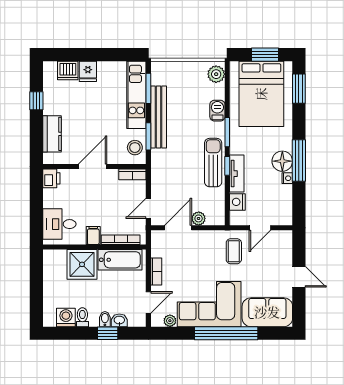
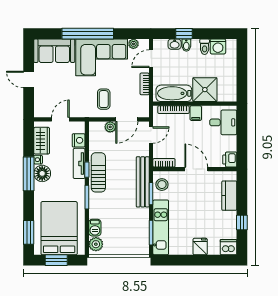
dishwasher: (68, 70) -> (228, 247), moved
barbecue: (217, 111) -> (95, 228), moved
bench: (159, 117) -> (143, 182), moved
sun lounger: (213, 163) -> (98, 172), turned 180
door: (93, 167) -> (196, 169), swing flipped
wardrobe: (283, 202) -> (42, 141), added
coffee table: (234, 251) -> (104, 99), moved

